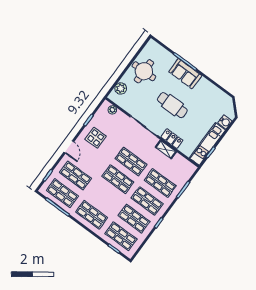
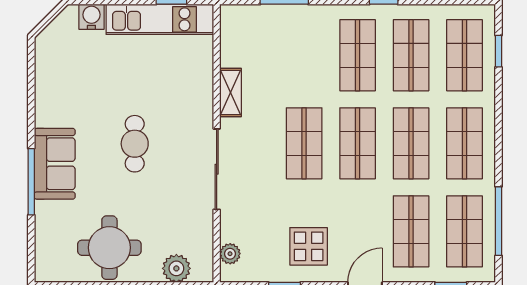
cafe table: (172, 105) -> (135, 144), width x0.73, depth x0.74
locker: (172, 139) -> (201, 96), removed
shop shelf: (160, 183) -> (411, 143), moved

